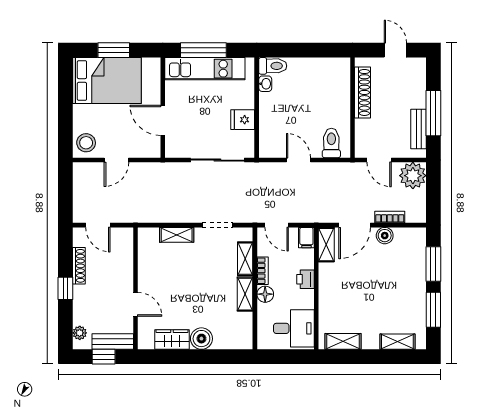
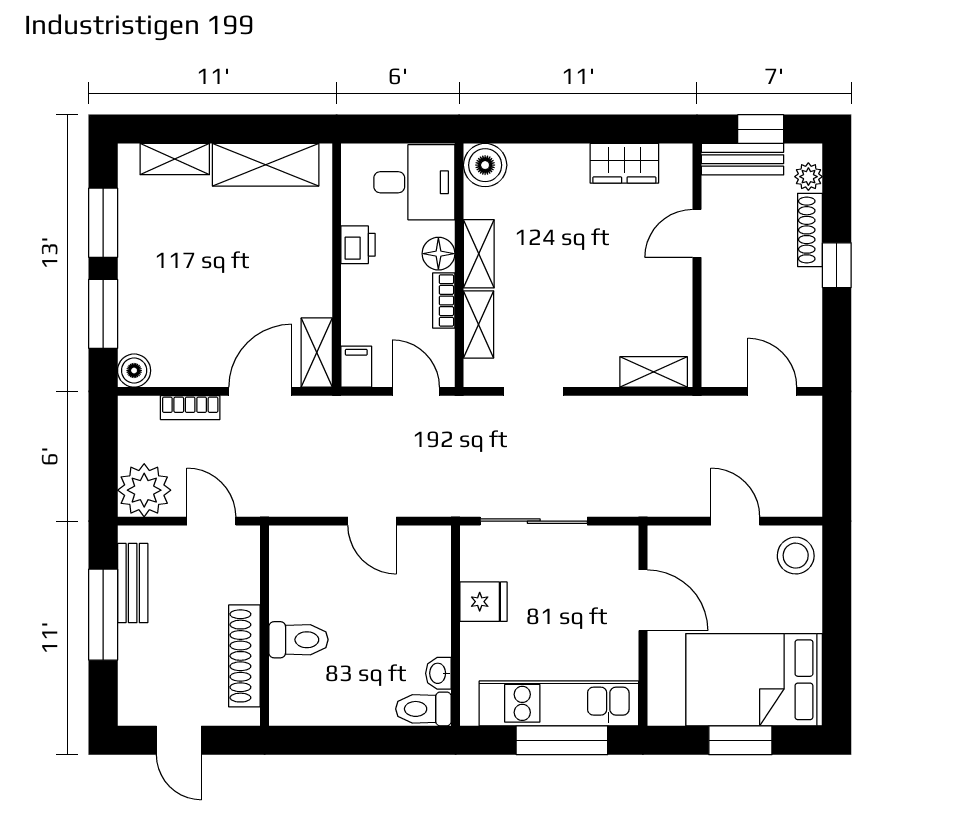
toilet: (331, 143) -> (299, 640), moved, turned -90
door: (116, 160) -> (735, 521), hinge flipped
shelving: (177, 235) -> (654, 372), moved
boiler: (385, 236) -> (134, 371), moved
shoe rack: (79, 266) -> (810, 230), moved
printer: (306, 279) -> (358, 245), moved
door: (136, 304) -> (697, 233), hinge flipped
desk: (294, 328) -> (414, 182), moved, turned 180
boiler: (201, 339) -> (485, 165), moved
shelving: (343, 341) -> (266, 165), width x1.50, depth x1.33

